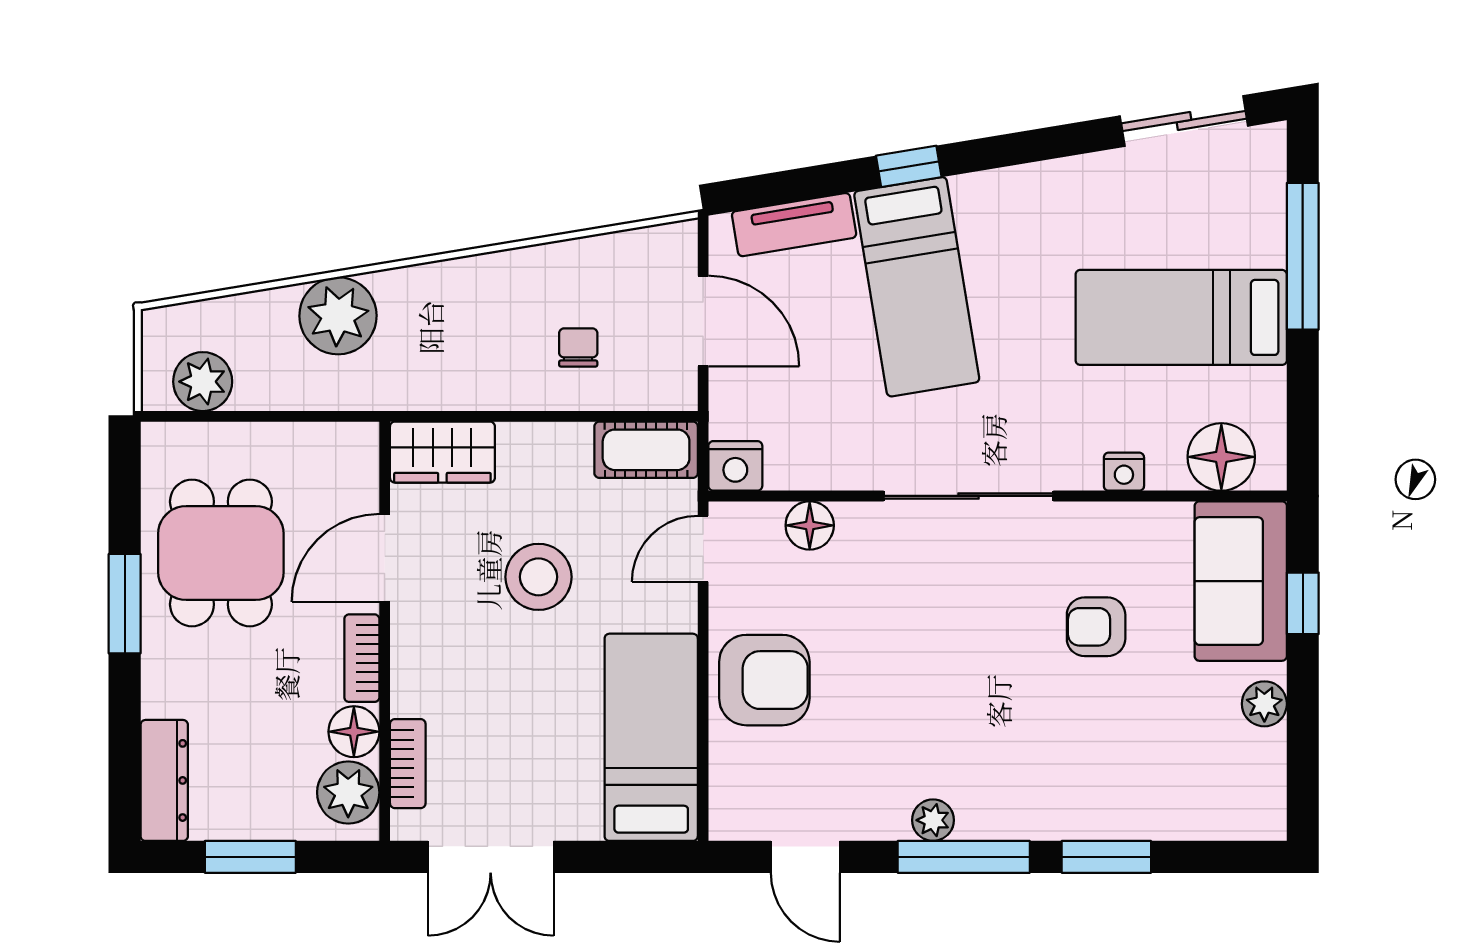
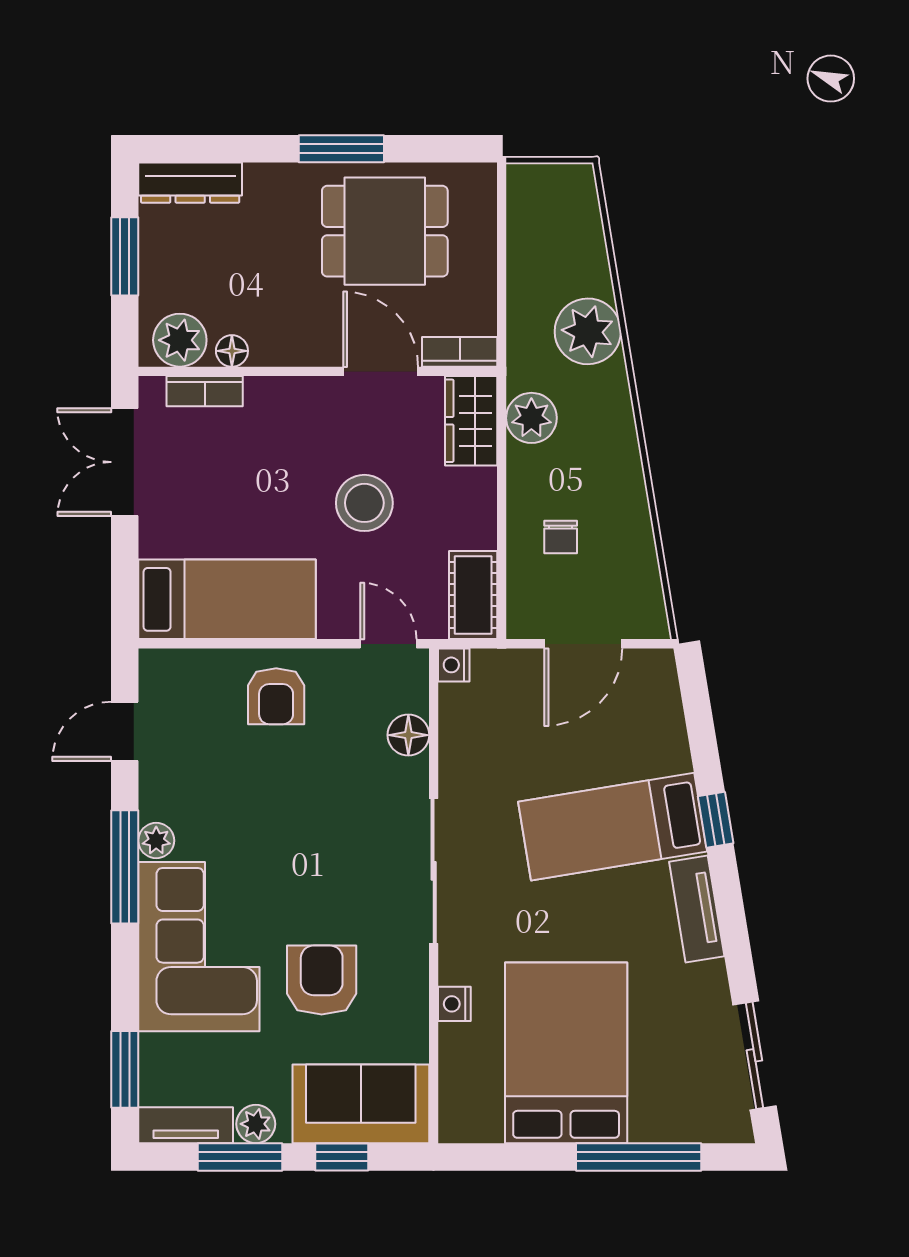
tv unit: (794, 225) -> (697, 909), moved
bed: (1181, 317) -> (566, 1053), width x1.50
chair: (578, 347) -> (561, 537), turned 90
plant: (203, 382) -> (531, 418), moved
floor lamp: (1221, 457) -> (467, 1087), removed
nightstand: (735, 466) -> (454, 665), width x0.72, depth x0.74
armchair: (1096, 627) -> (322, 980), width x1.38, depth x1.38
bookcase: (362, 658) -> (460, 352), moved
armchair: (764, 680) -> (276, 696), width x0.72, depth x0.72
window: (1303, 722) -> (240, 1157), added
floor lamp: (354, 732) -> (232, 351), width x0.73, depth x0.73
corner sofa: (1057, 770) -> (199, 947), added
tv unit: (1266, 786) -> (186, 1125), added
window: (1106, 857) -> (125, 1069), moved

